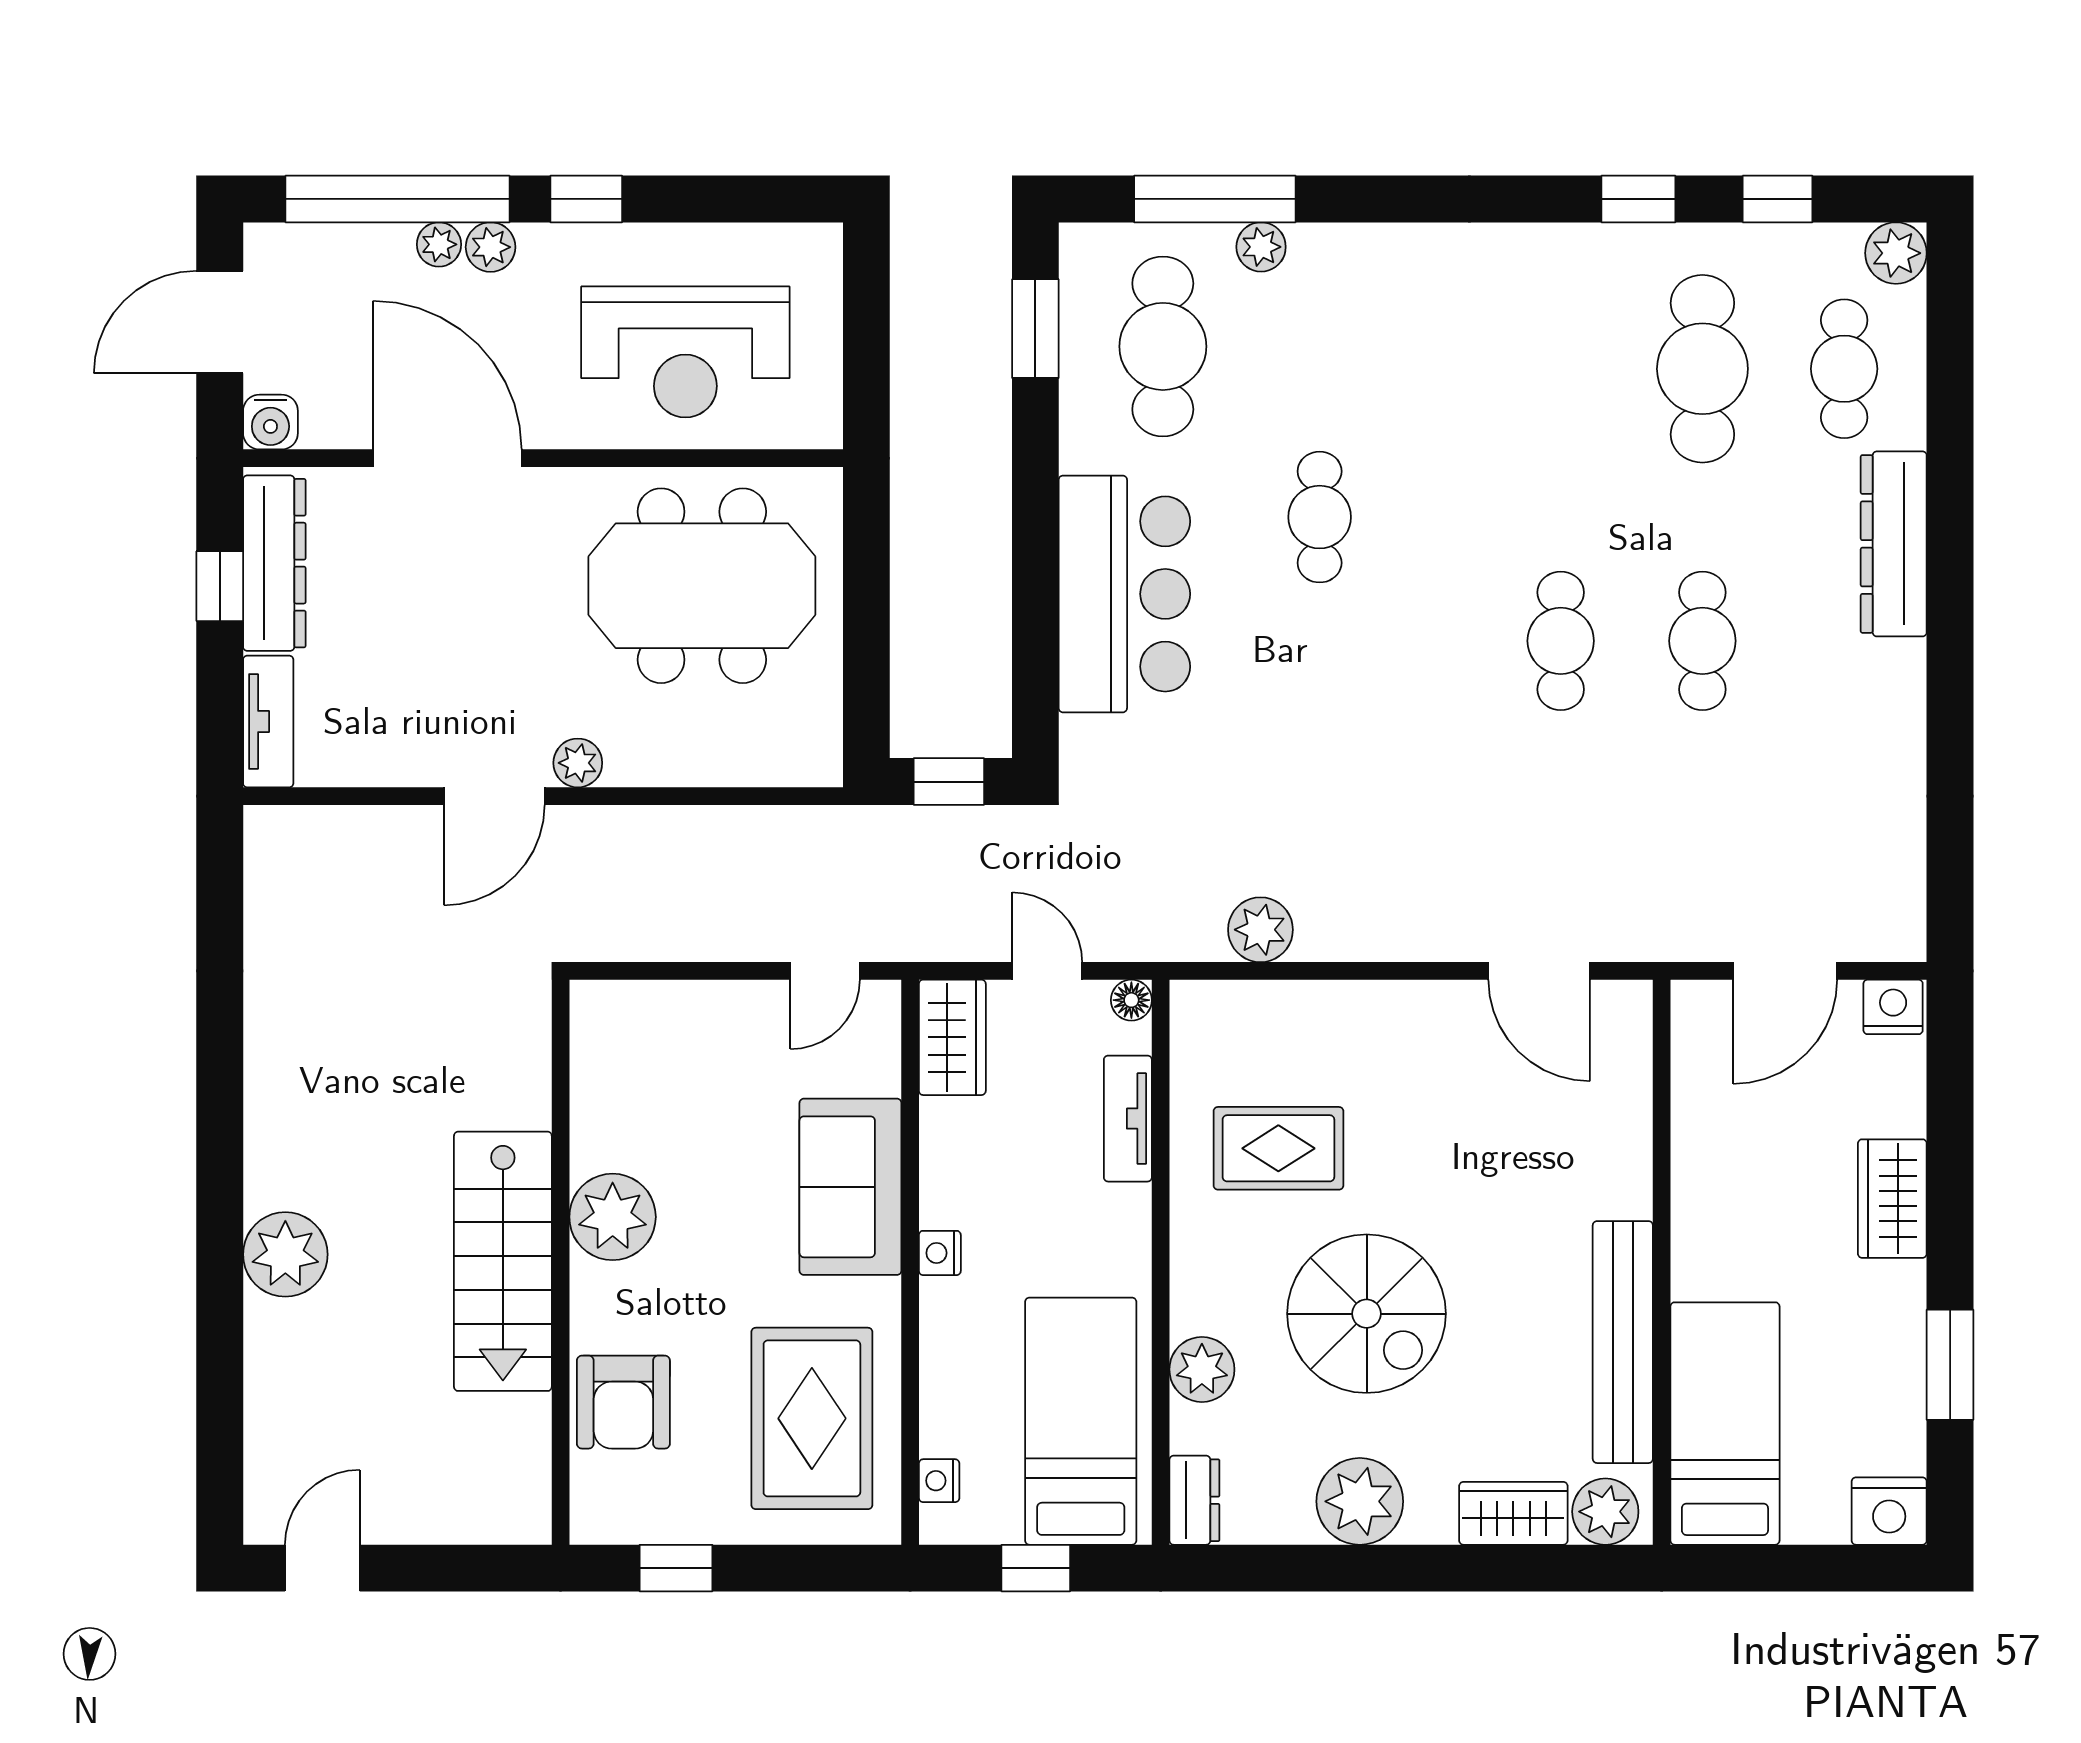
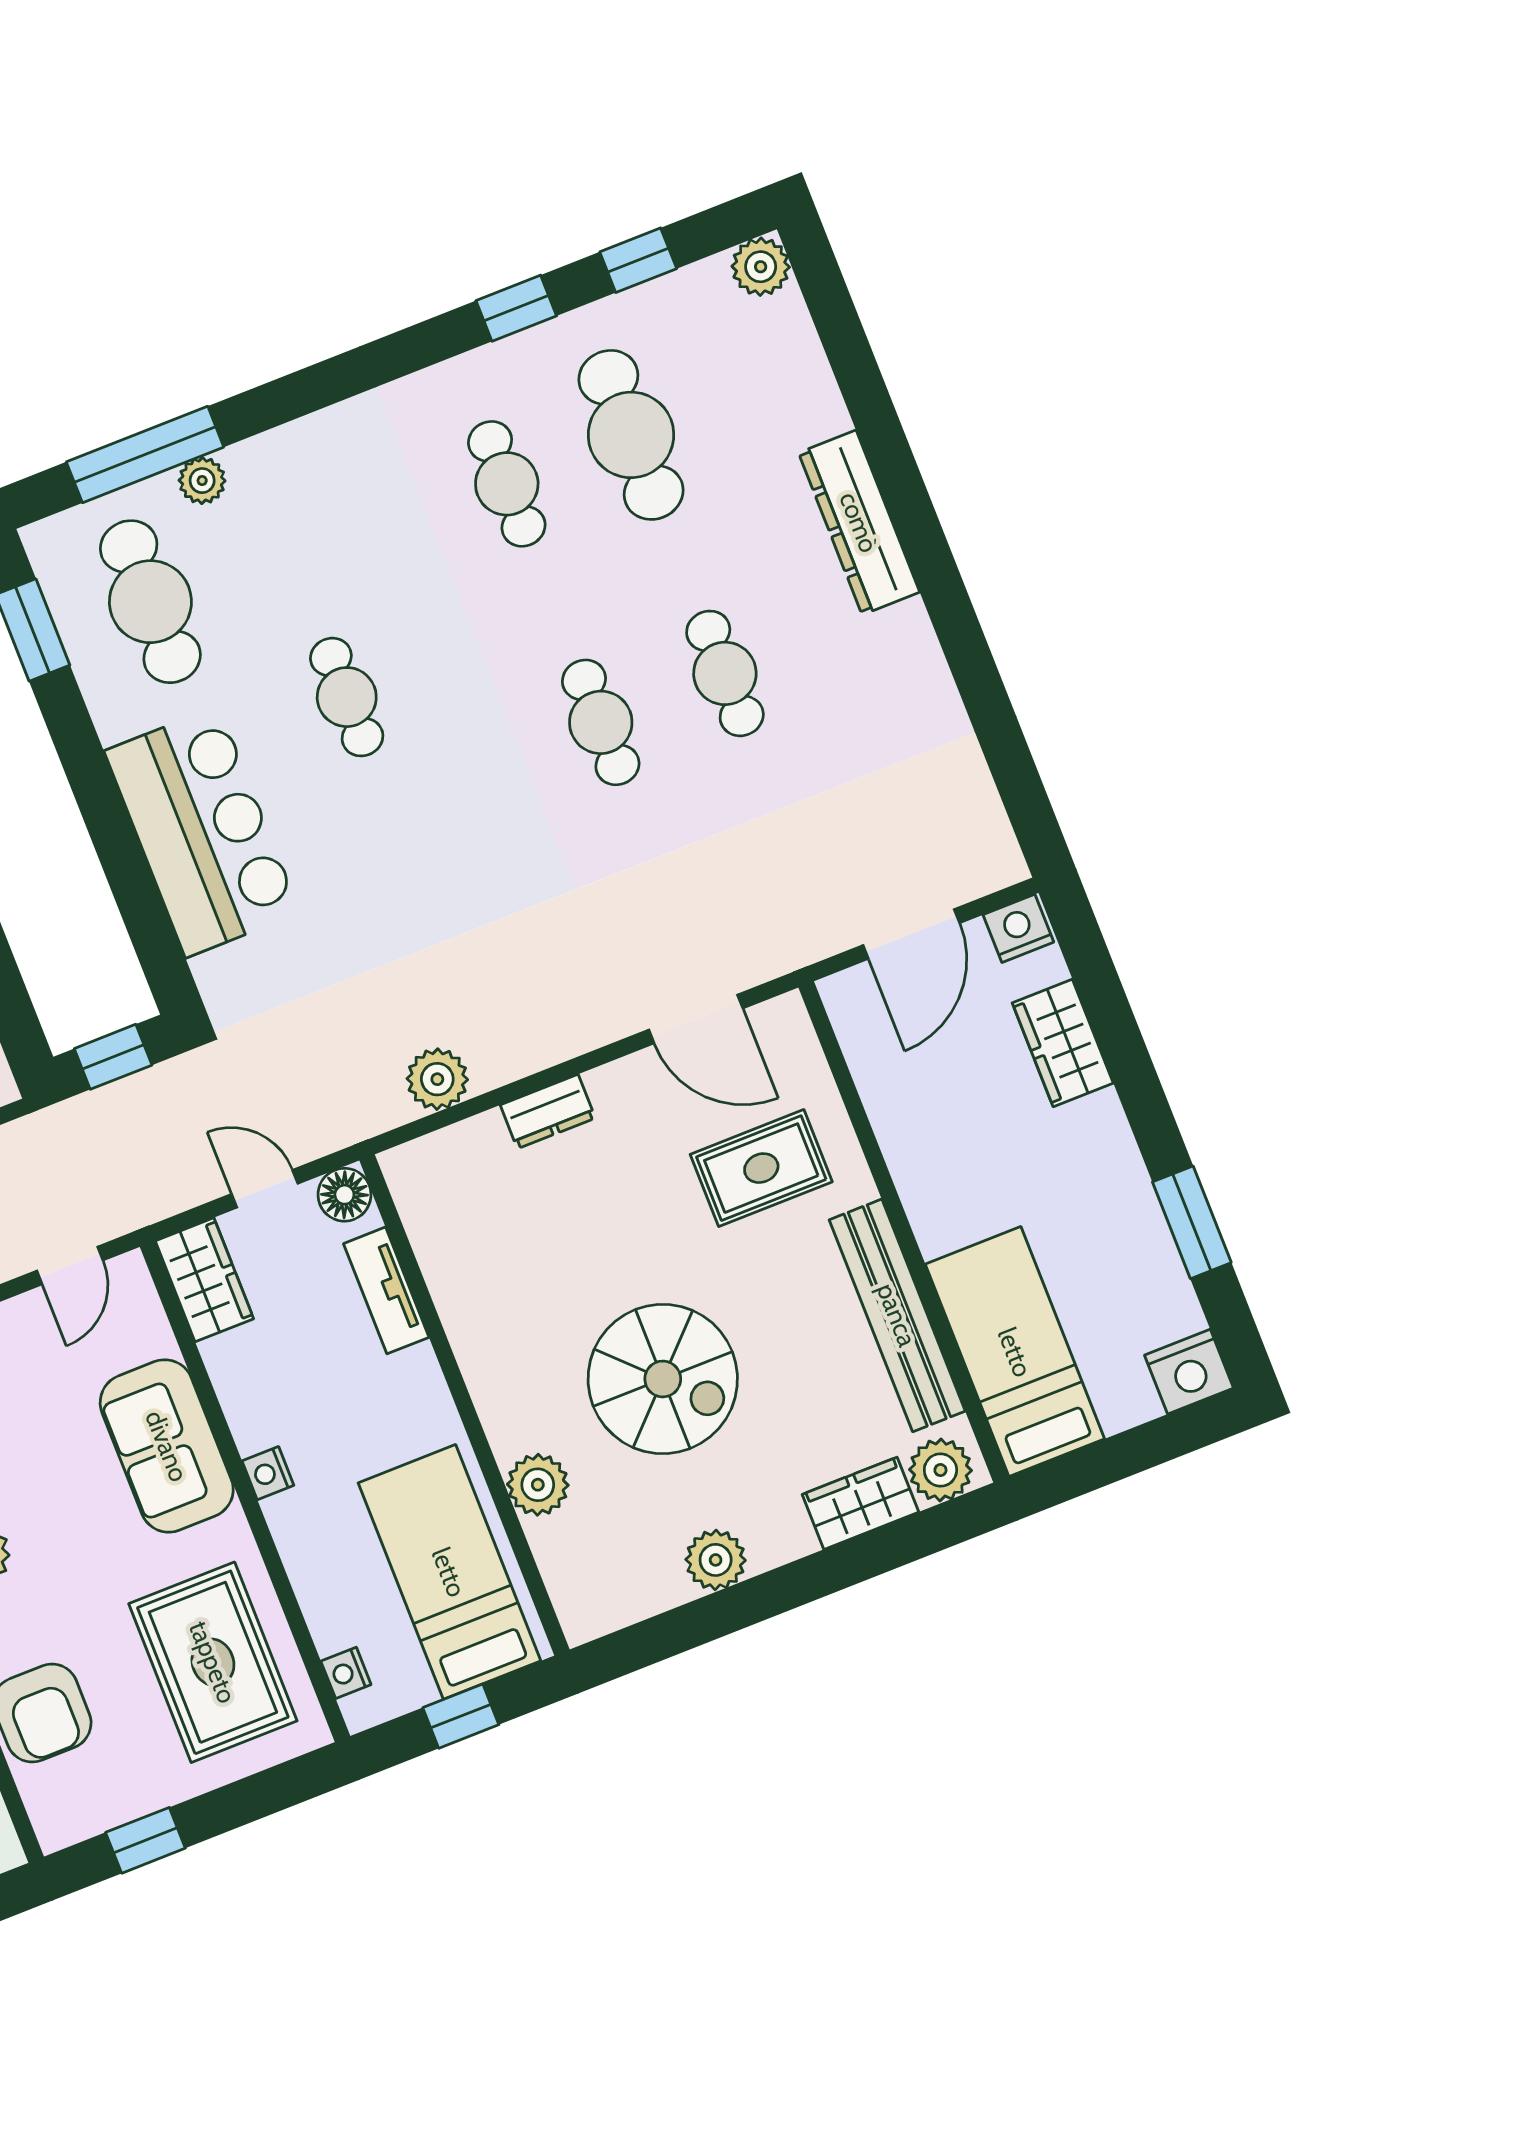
cafe table: (1844, 369) -> (507, 484), moved
floor lamp: (1131, 1000) -> (344, 1195), width x1.37, depth x1.37
rug: (1278, 1148) -> (761, 1168), moved
wardrobe: (1892, 1199) -> (1063, 1043), moved
dresser: (1194, 1500) -> (548, 1112), moved, turned 90
plant: (1360, 1501) -> (716, 1560), width x0.73, depth x0.73

